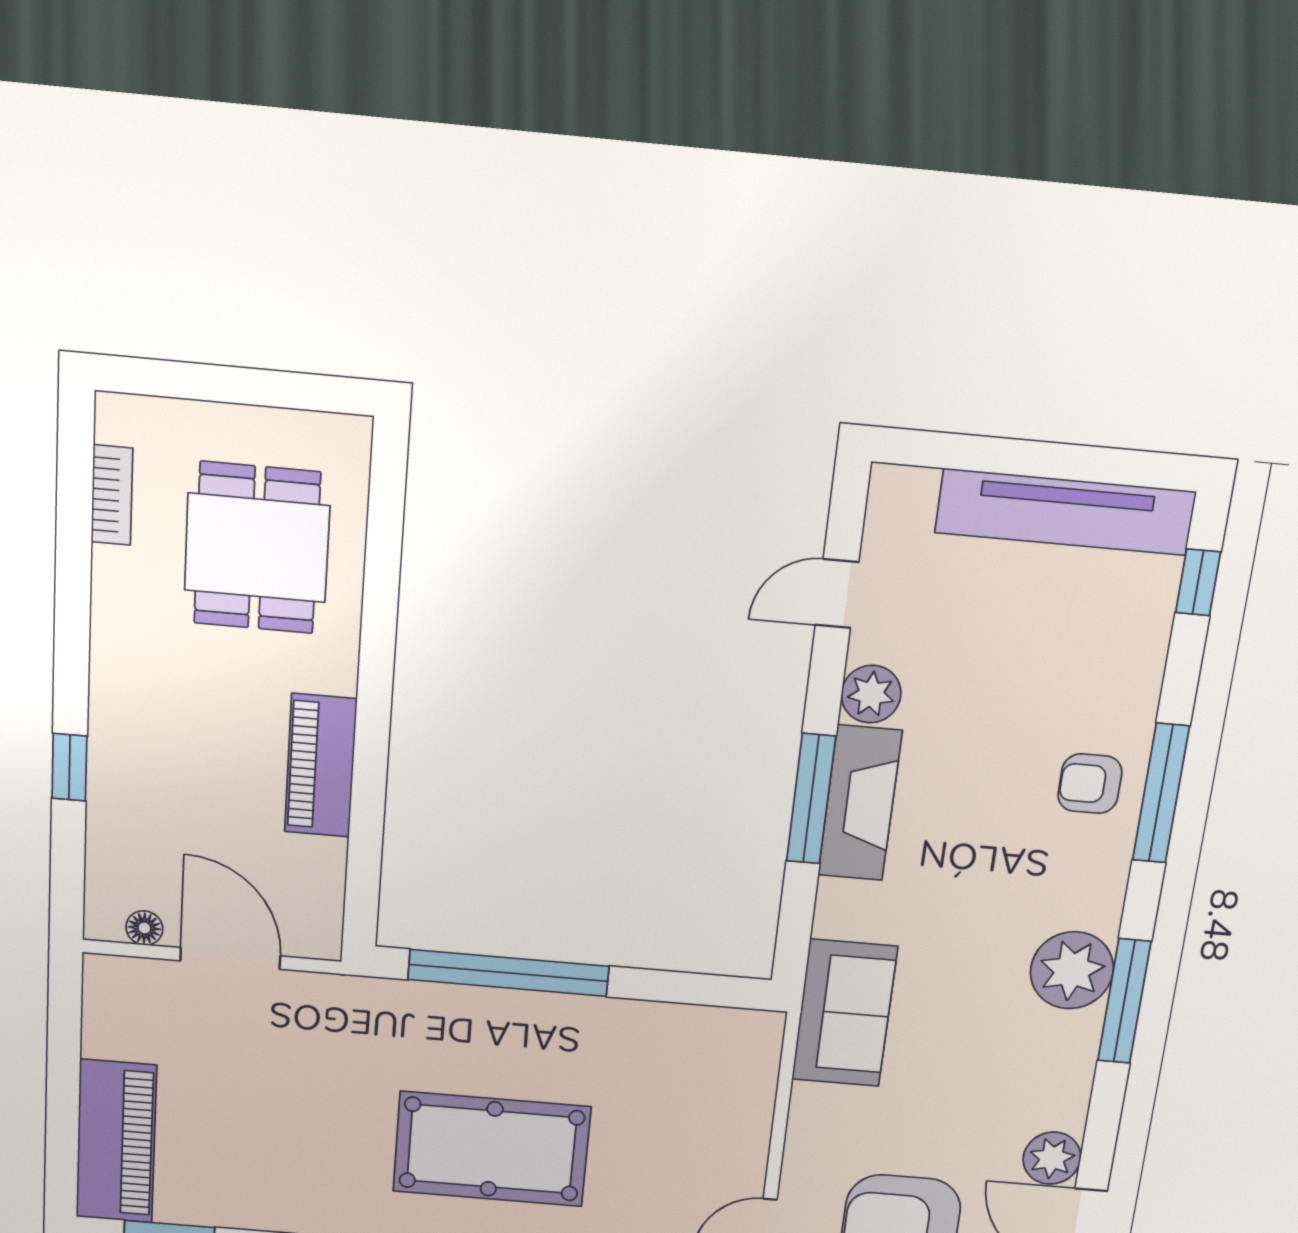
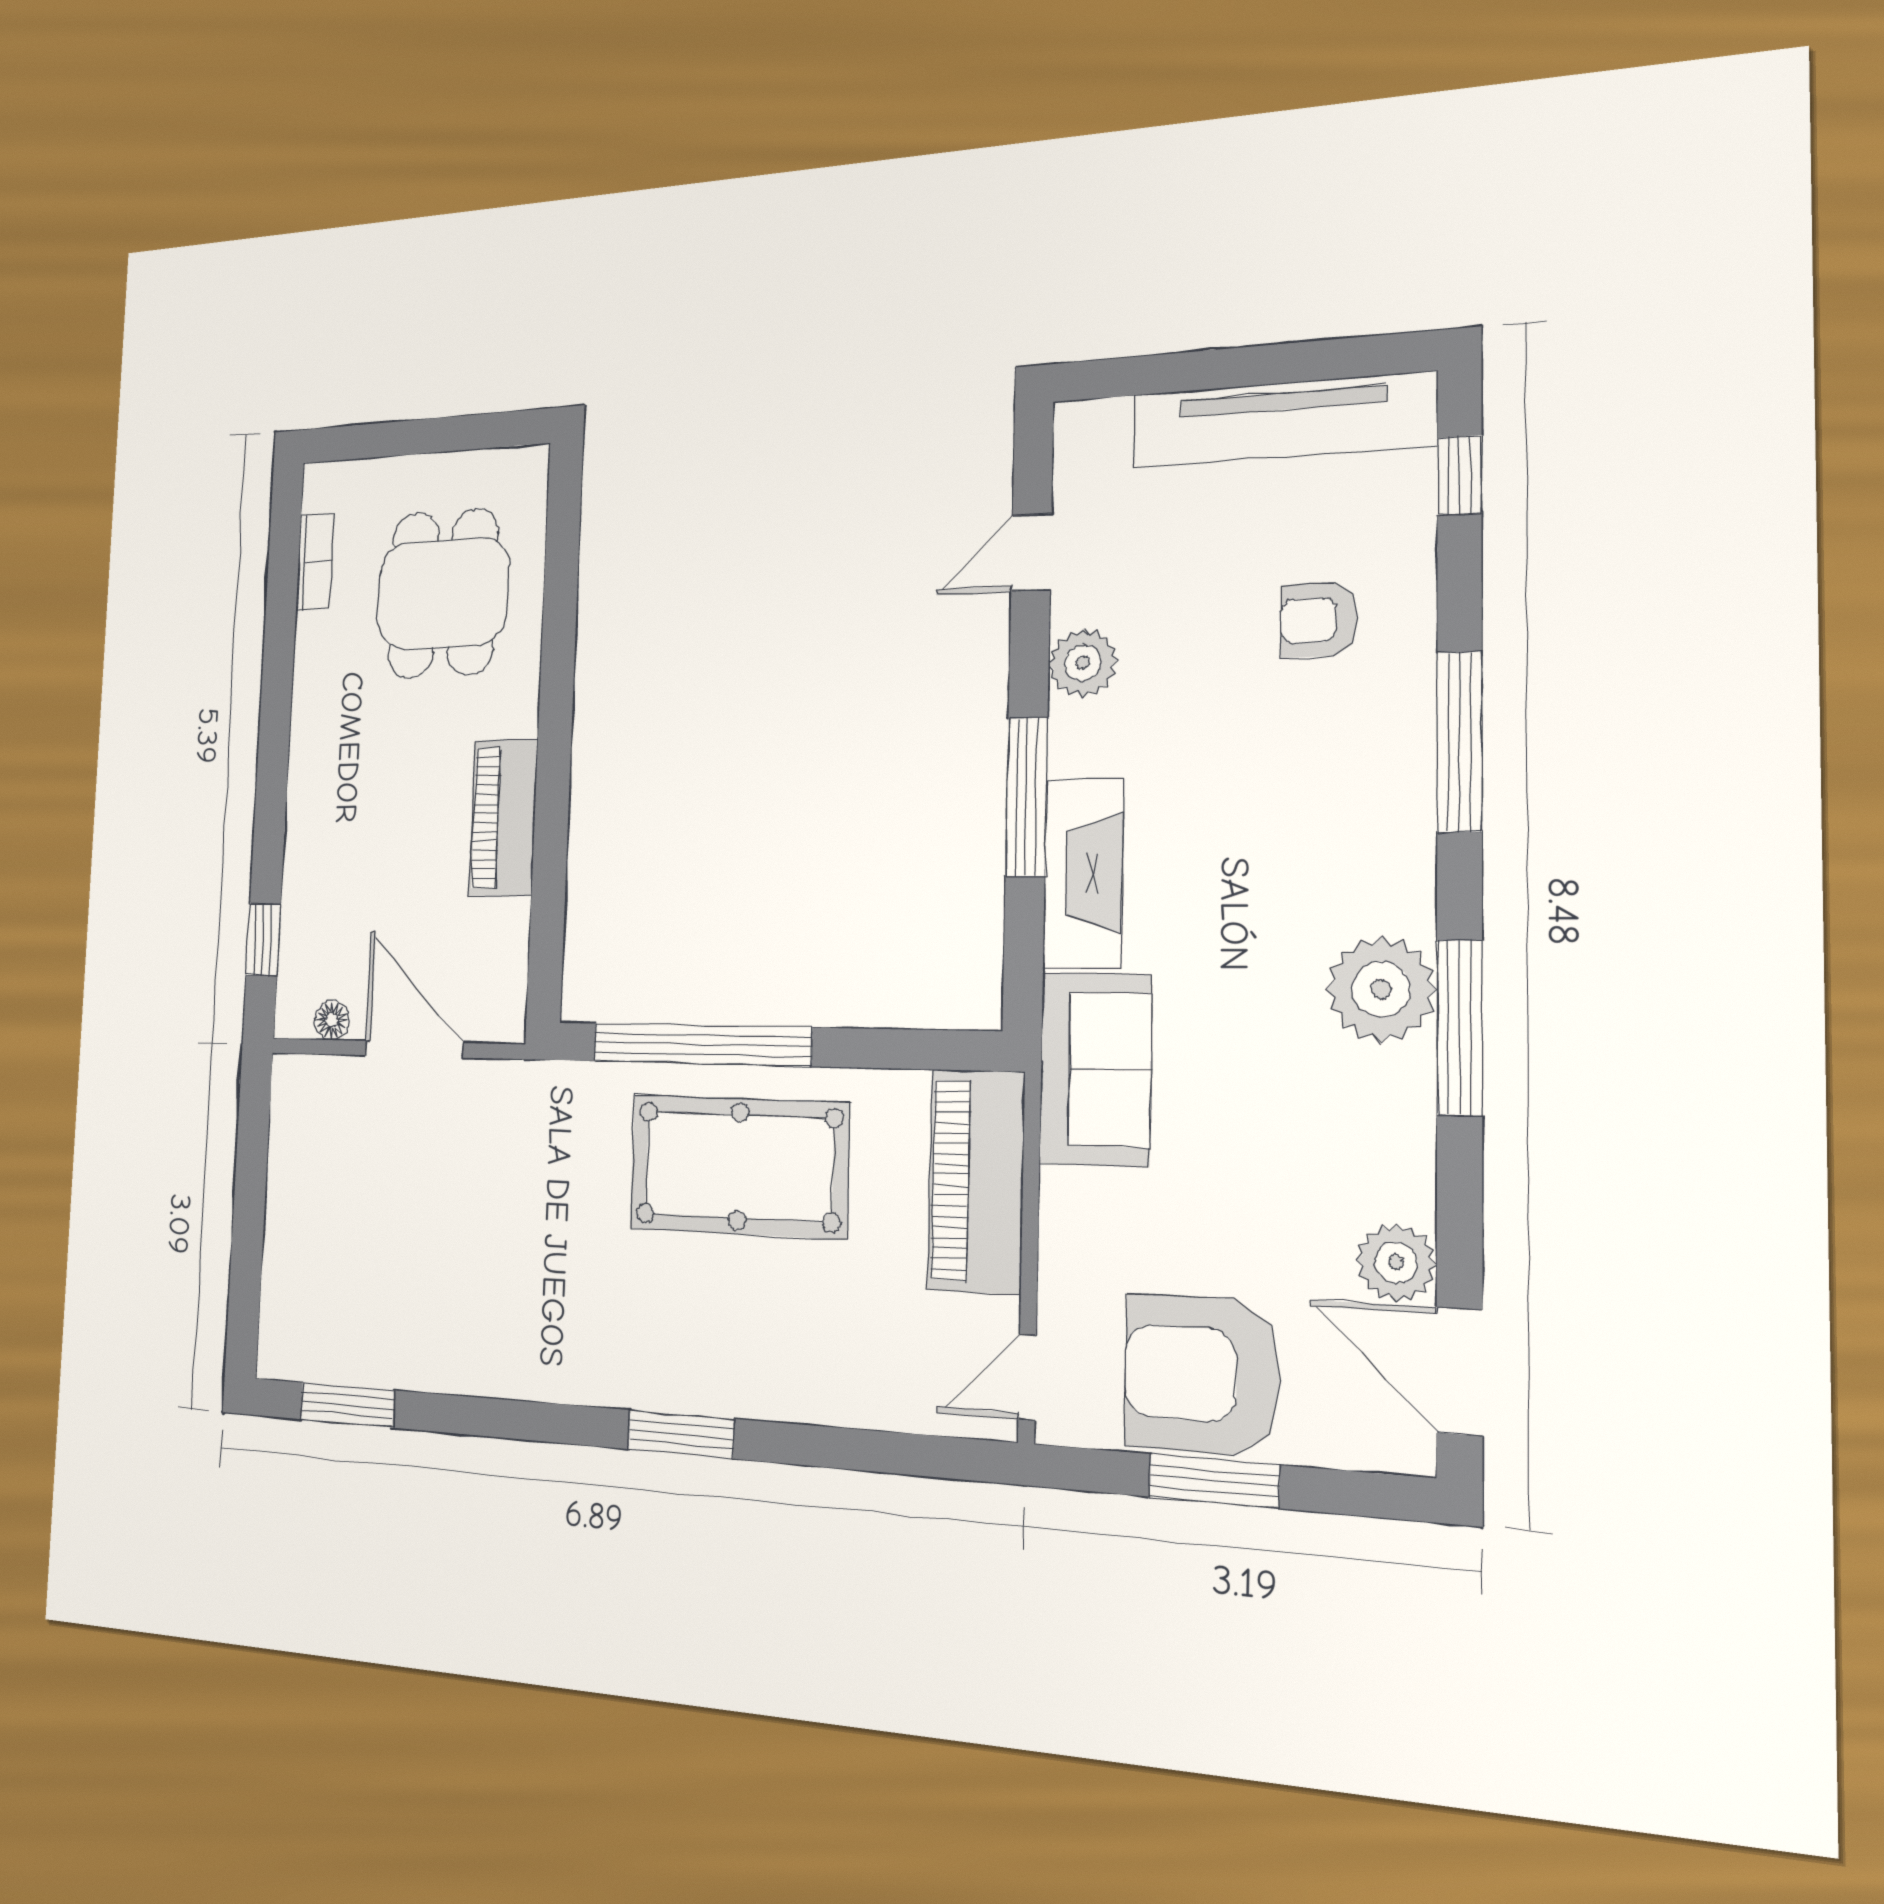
window: (69, 767) -> (263, 940), moved
armchair: (1090, 784) -> (1319, 620), moved
fireplace: (860, 803) -> (1083, 873), moved
piano: (116, 1142) -> (976, 1181), moved, turned 180
pool table: (492, 1149) -> (739, 1166), moved

